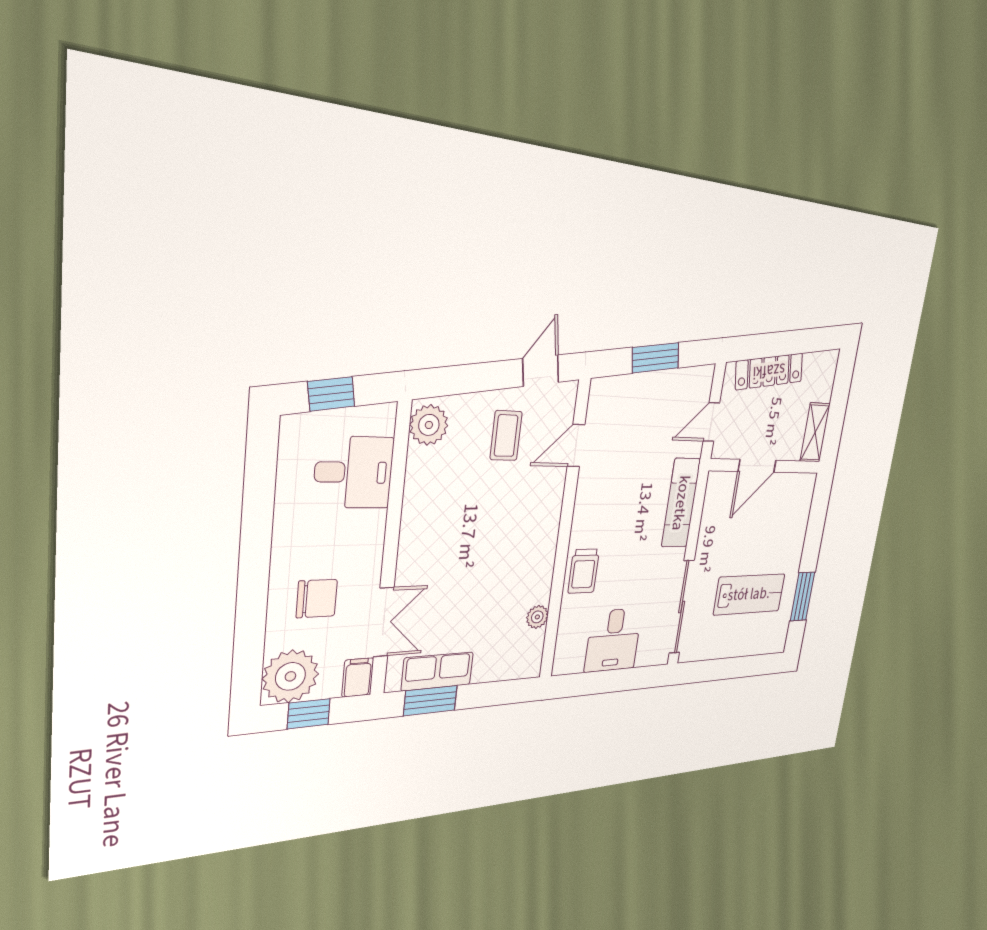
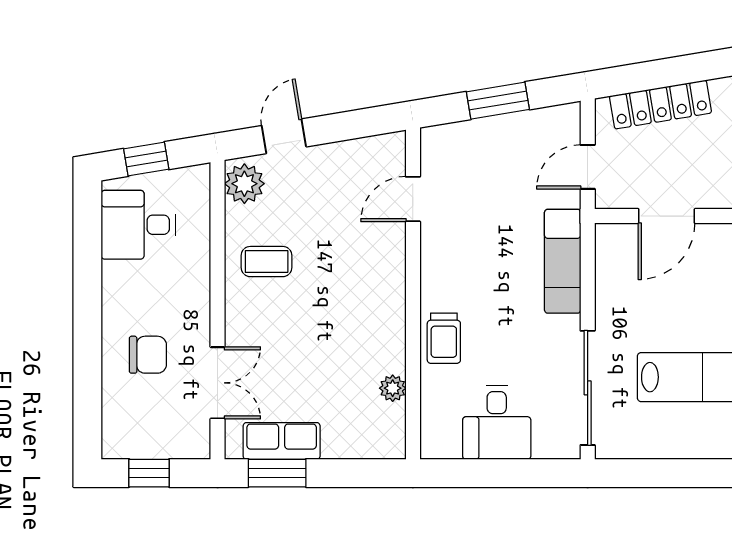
door: (541, 371) -> (284, 136), moved
coffee table: (506, 436) -> (267, 262), moved, turned 90
desk: (354, 472) -> (138, 225), moved, turned 180
plant: (290, 676) -> (128, 432), removed
filing cabinet: (358, 677) -> (196, 440), removed

